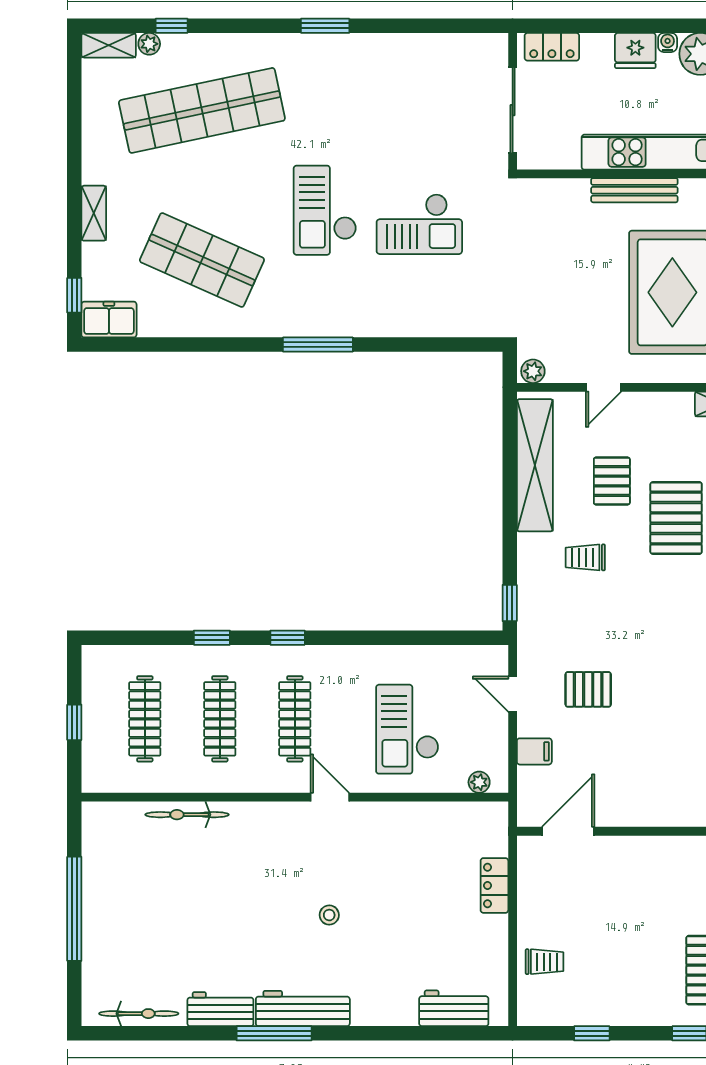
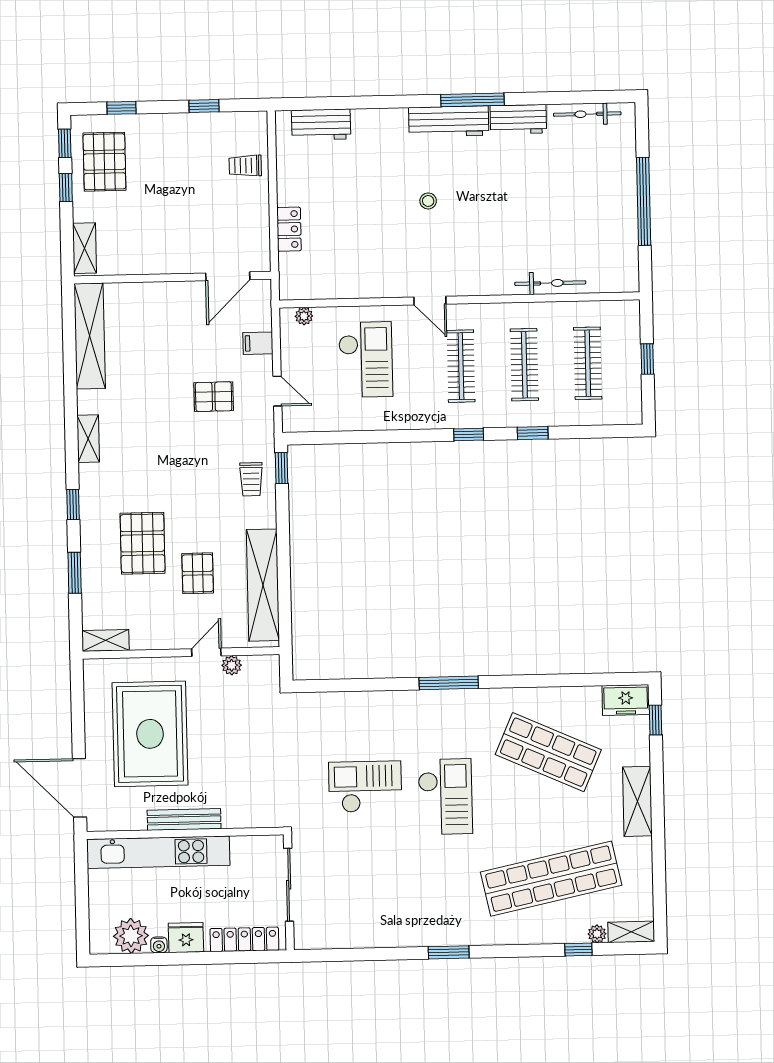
locker: (552, 47) -> (244, 939), width x1.53
shelving: (94, 213) -> (637, 801), width x1.50, depth x1.33
plant: (533, 371) -> (232, 665), moved
trolley: (585, 557) -> (251, 479), moved, turned 90

